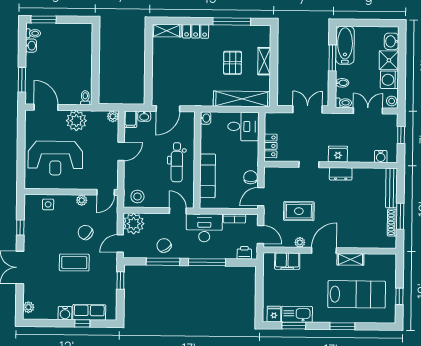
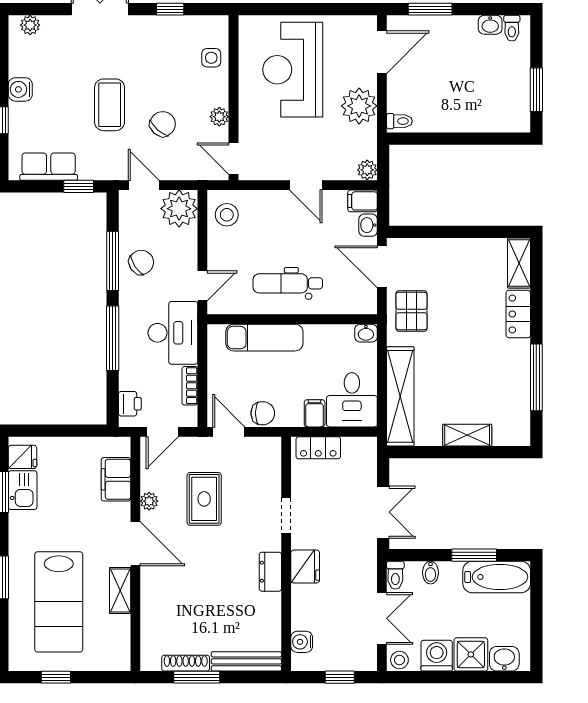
window: (44, 19) -> (536, 90), moved
pallet: (232, 63) -> (412, 311), moved, turned 90
filing cabinet: (251, 148) -> (315, 413), added
row of seats: (89, 312) -> (49, 167), moved, turned -90
kitchen sink: (297, 314) -> (23, 490), width x0.73

